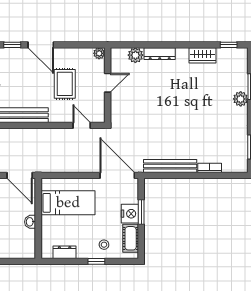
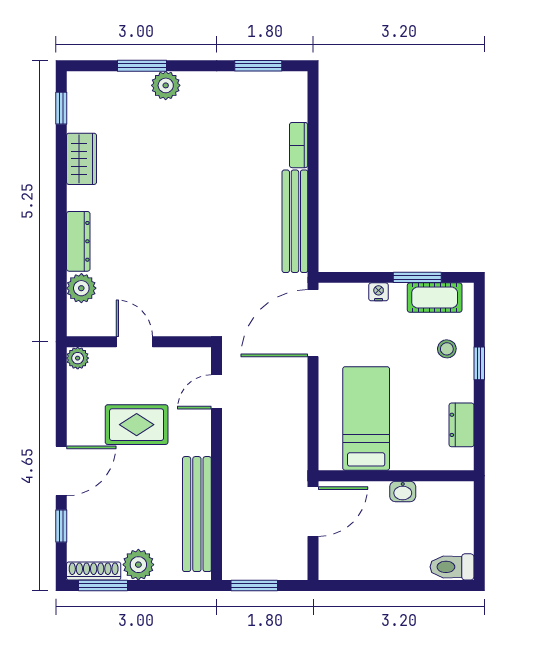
window: (141, 212) -> (417, 277), moved
nightstand: (130, 214) -> (379, 292), width x0.53, depth x0.56

